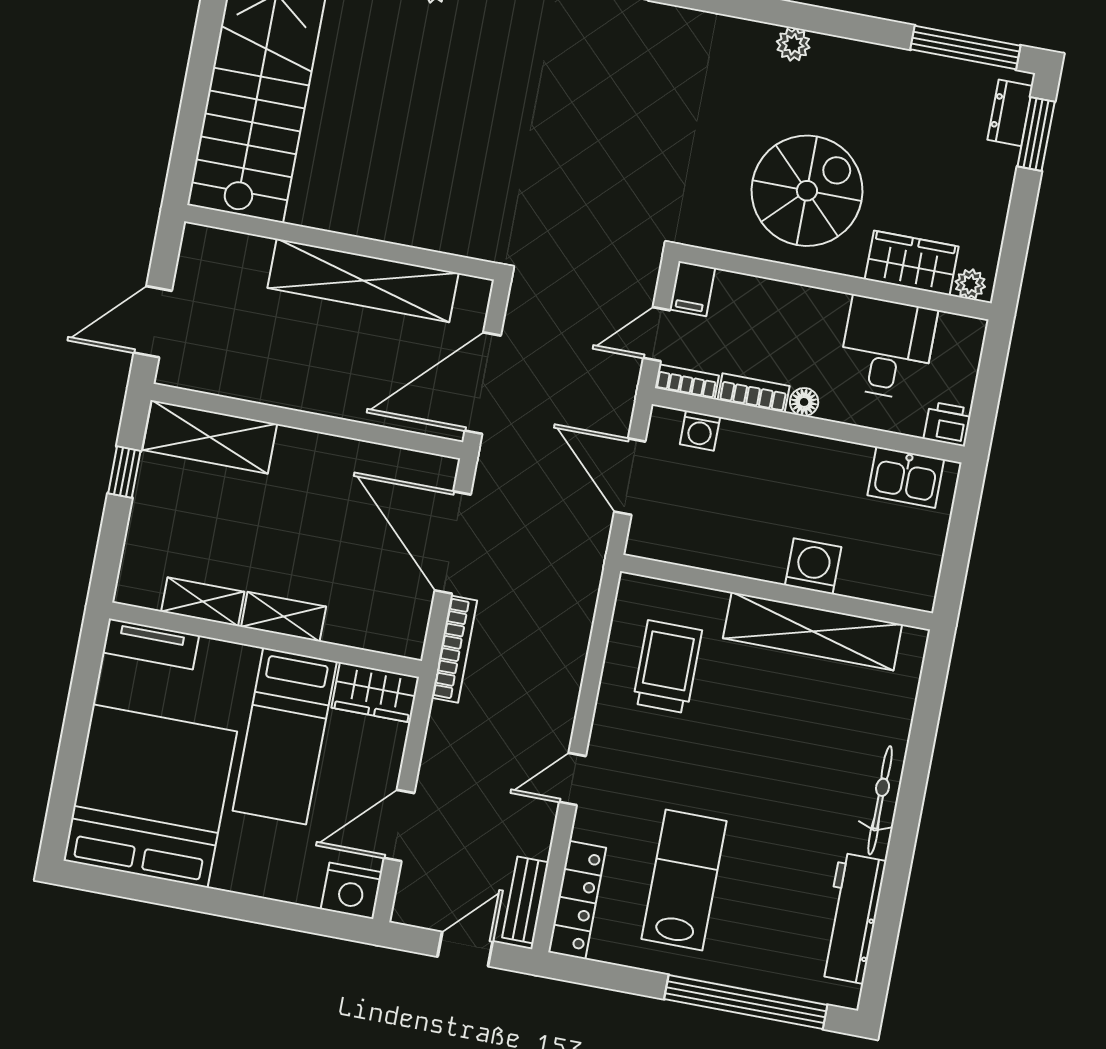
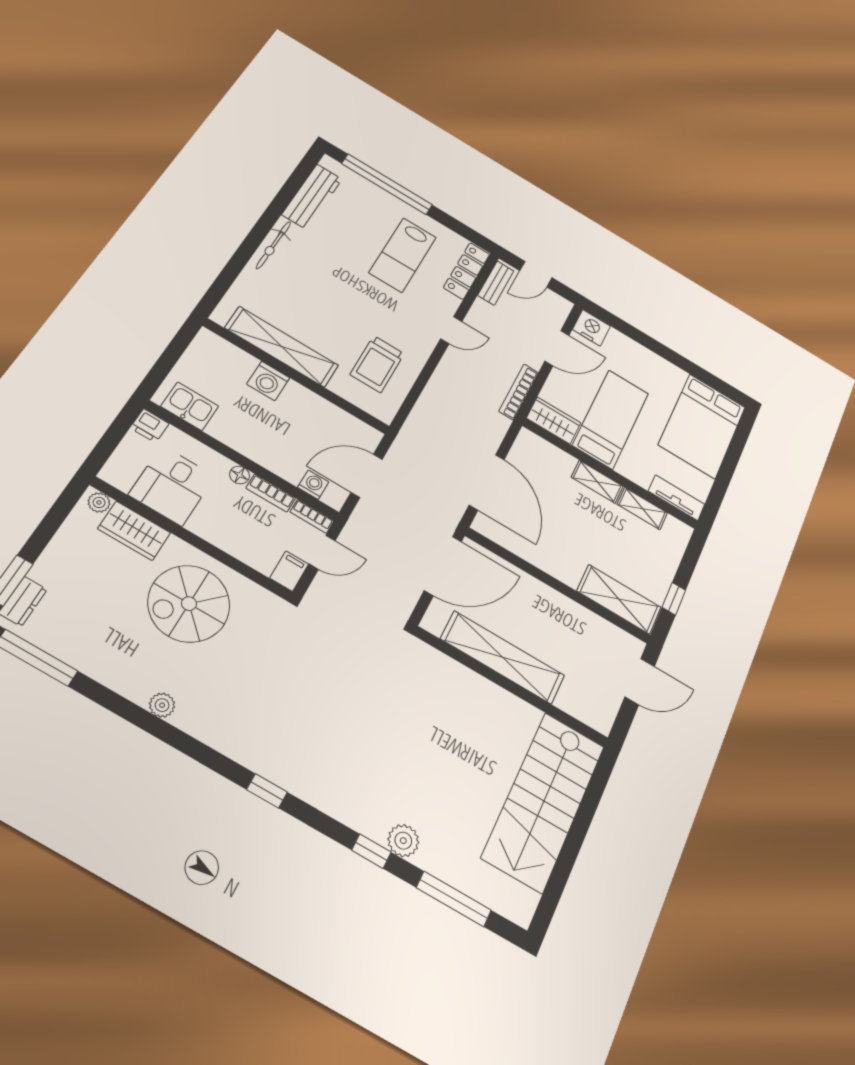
door: (630, 477) -> (367, 476), swing flipped
bookcase: (454, 649) -> (519, 392), moved
bed: (150, 796) -> (702, 426), width x0.73

